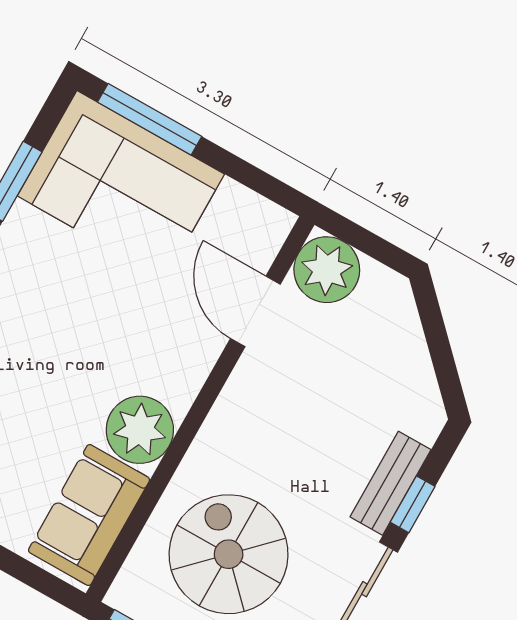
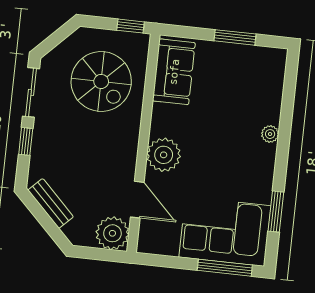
plant: (140, 430) -> (164, 155), moved
bench: (390, 483) -> (51, 203), moved, turned -45

